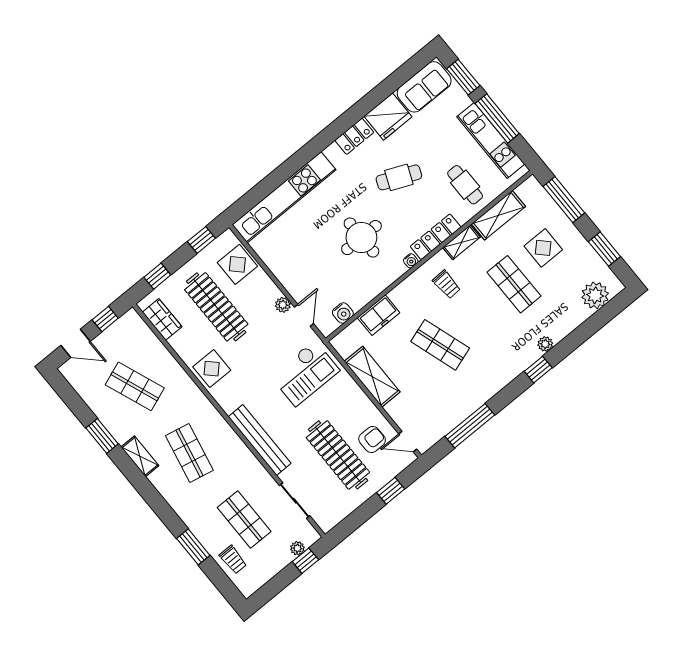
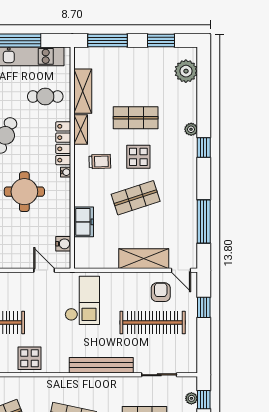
display table: (543, 248) -> (138, 157), moved
plant: (283, 305) -> (26, 278), removed
shelving: (372, 377) -> (144, 259), moved
door: (408, 442) -> (181, 270), hinge flipped

